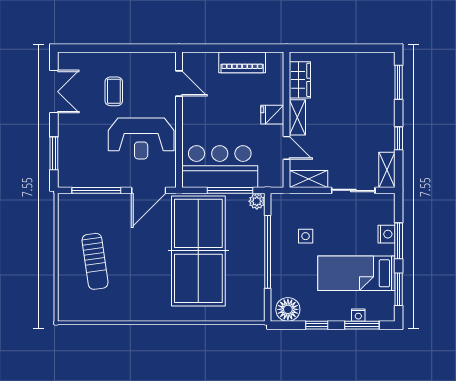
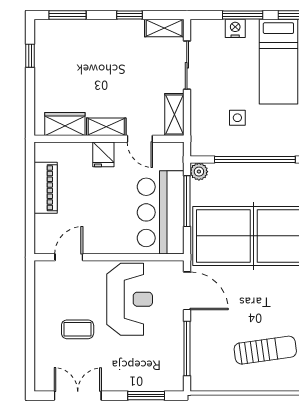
window: (362, 48) -> (30, 56), added
door: (286, 148) -> (140, 139), swing flipped

